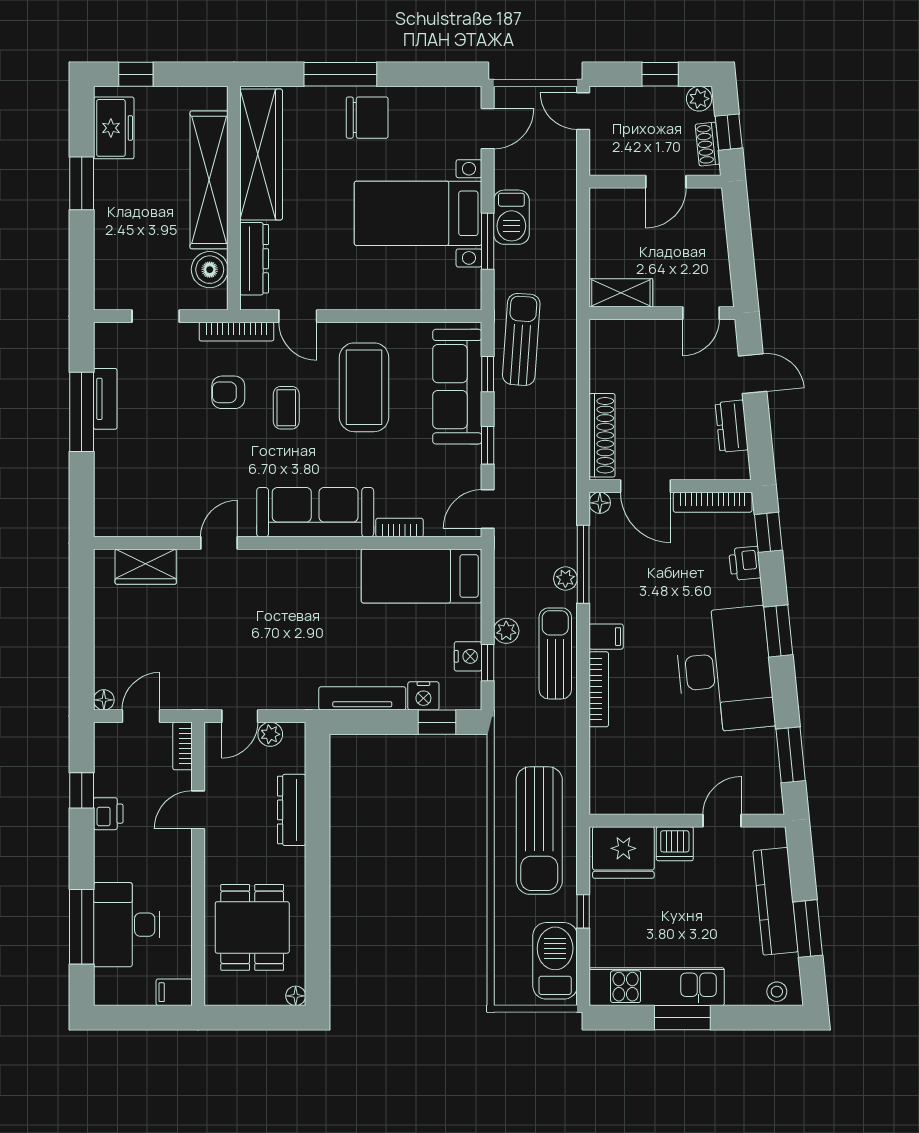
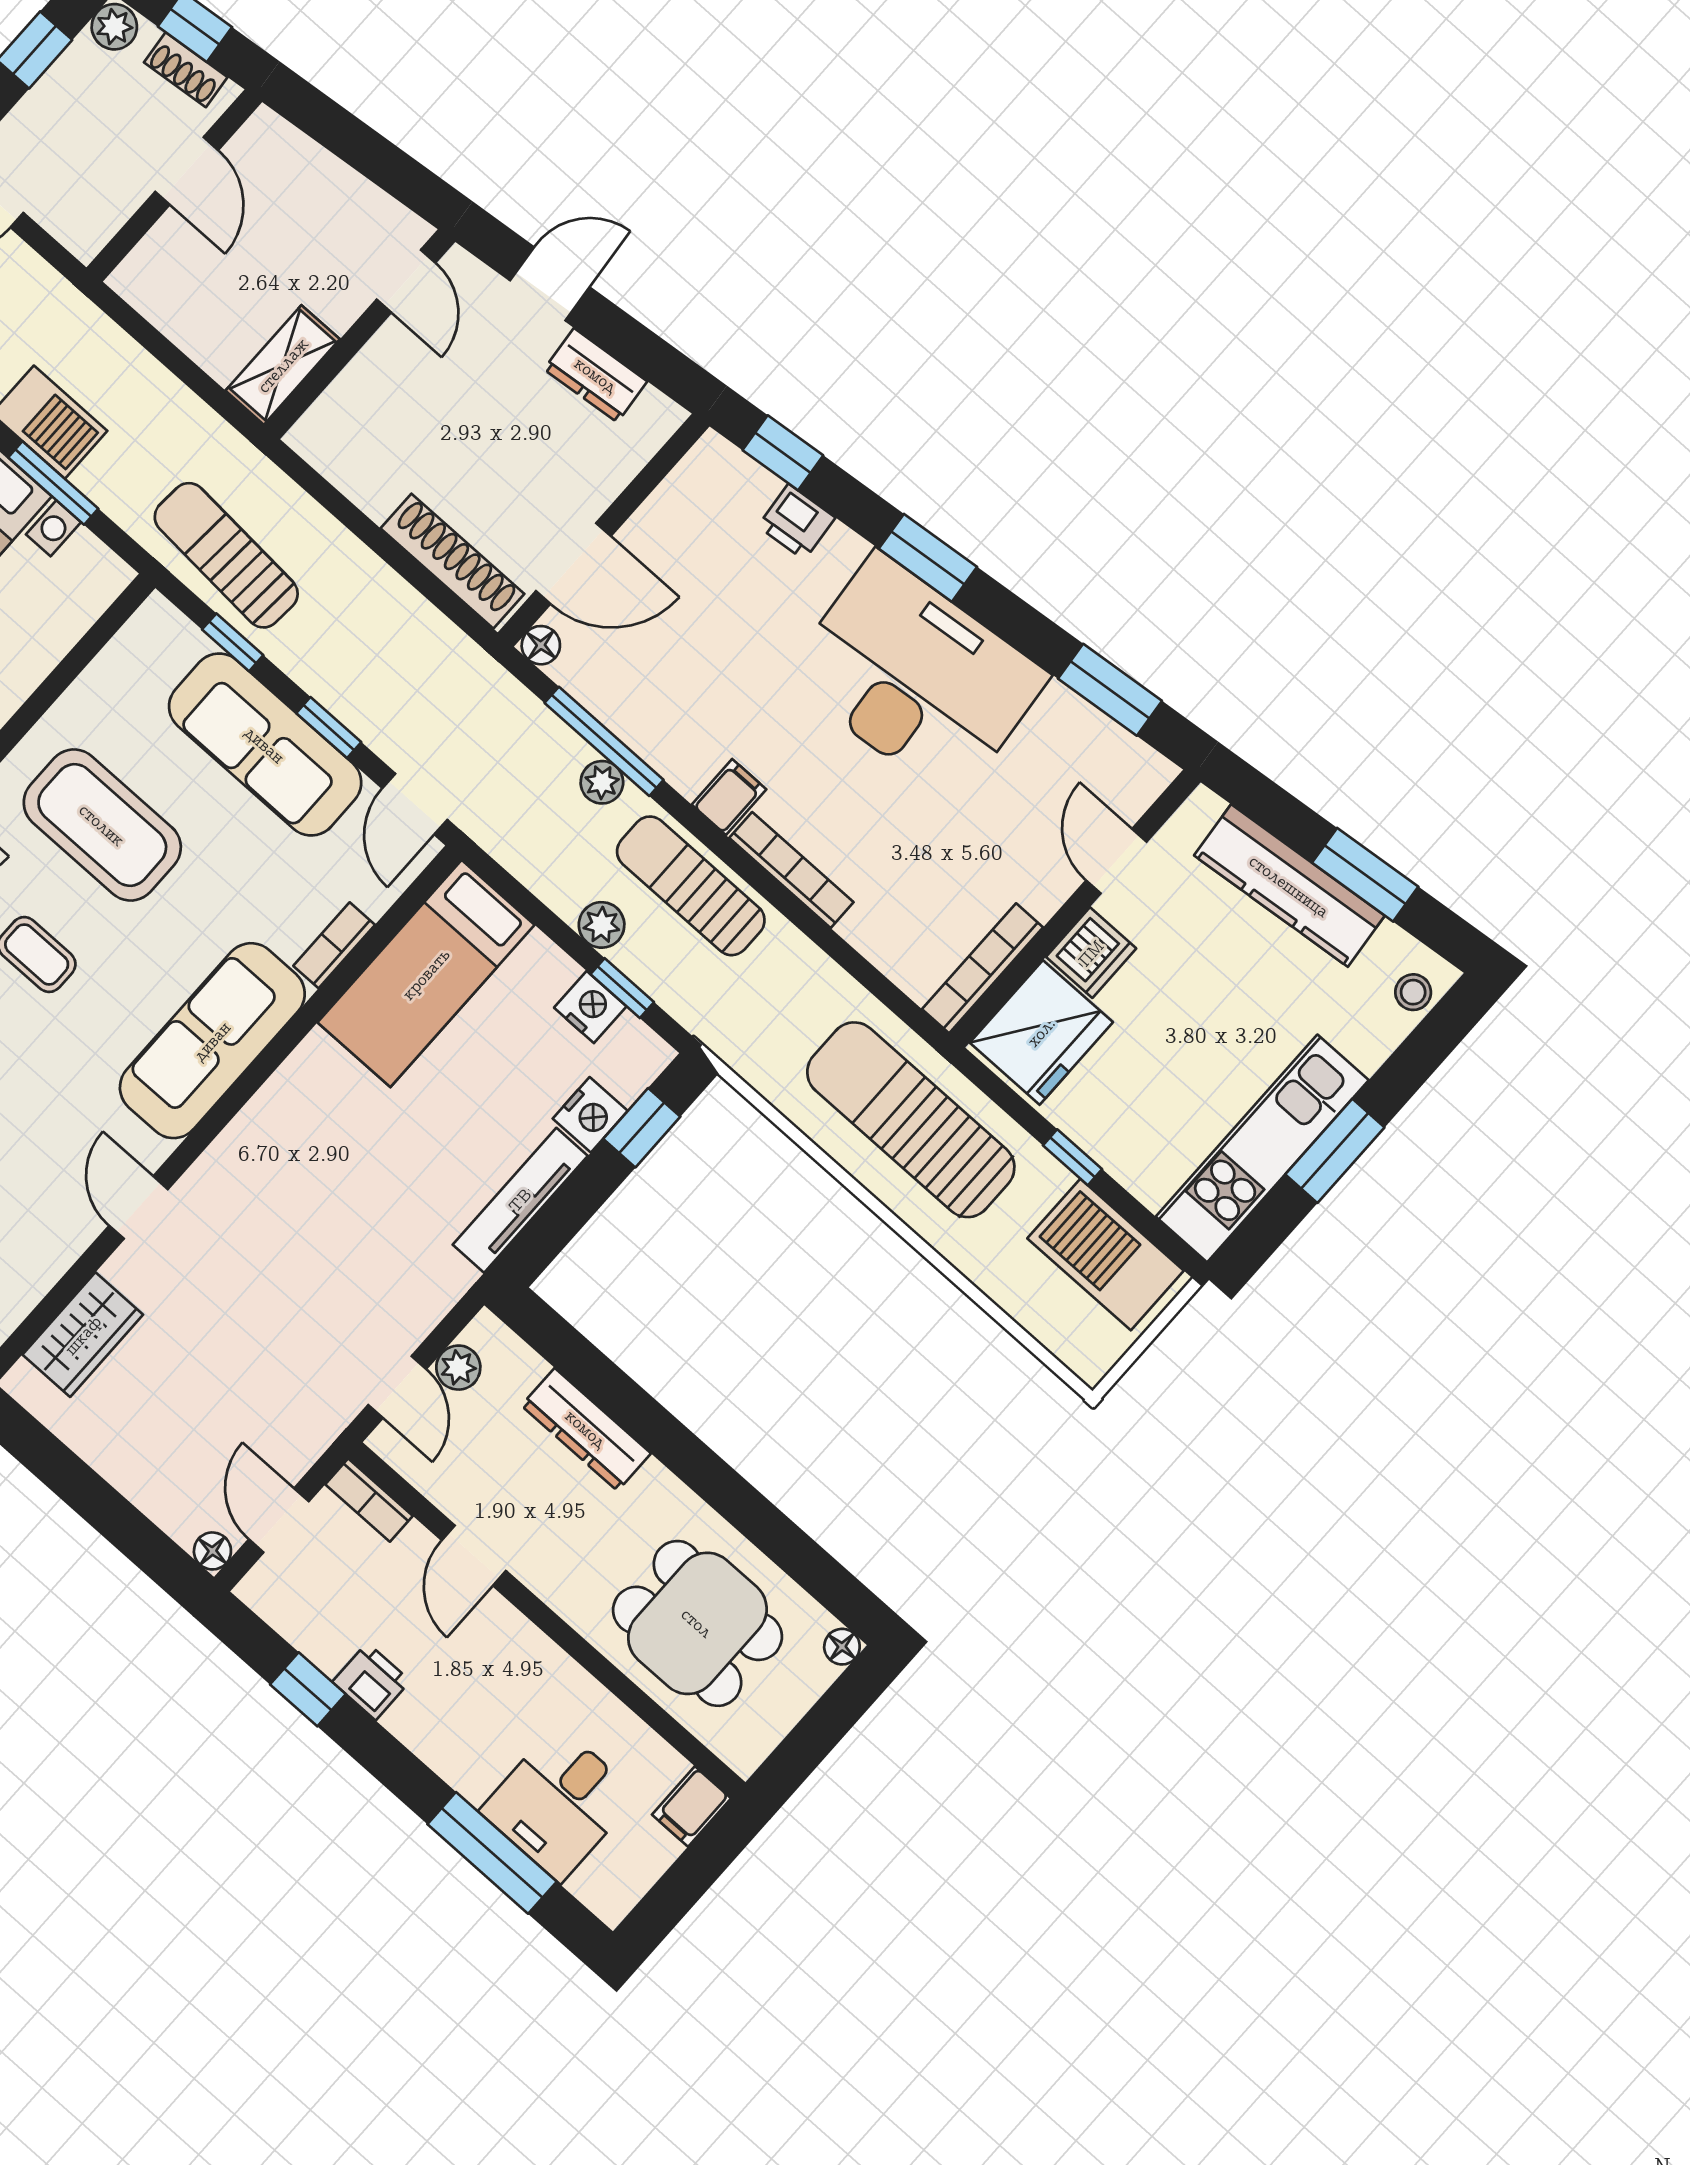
sofa: (457, 387) -> (265, 745), moved
bookcase: (713, 502) -> (983, 968), moved, turned 180
sun lounger: (539, 831) -> (911, 1120), turned 180
desk: (127, 925) -> (559, 1803), width x0.73

